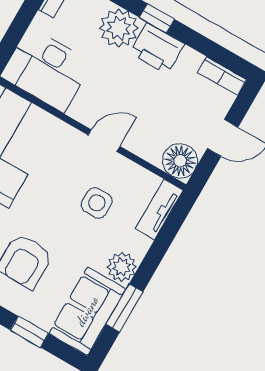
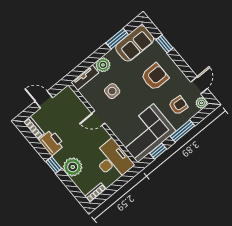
printer: (157, 49) -> (52, 143), moved
floor lamp: (180, 161) -> (67, 96), removed
plant: (122, 267) -> (103, 65), moved

